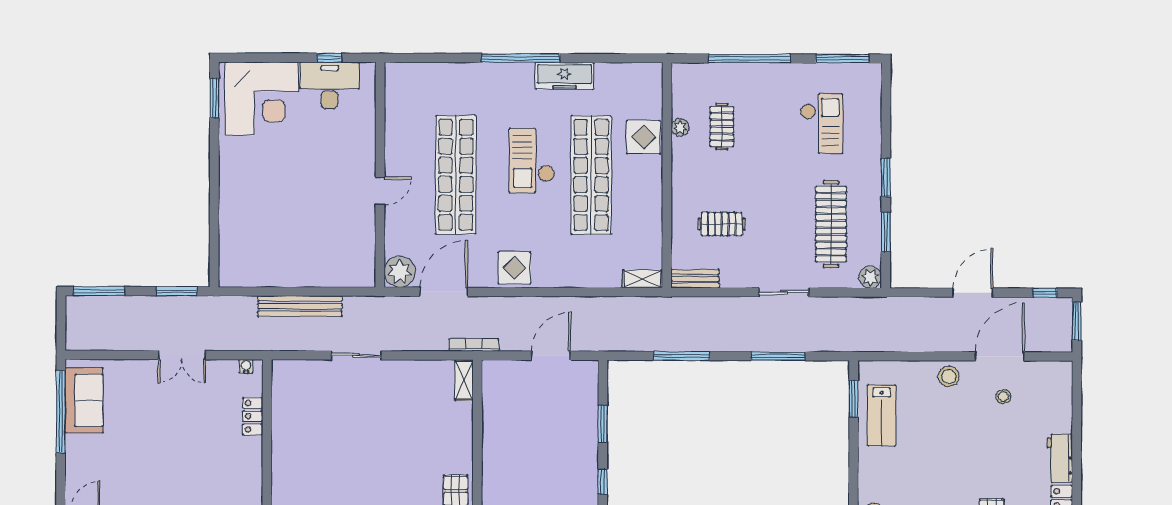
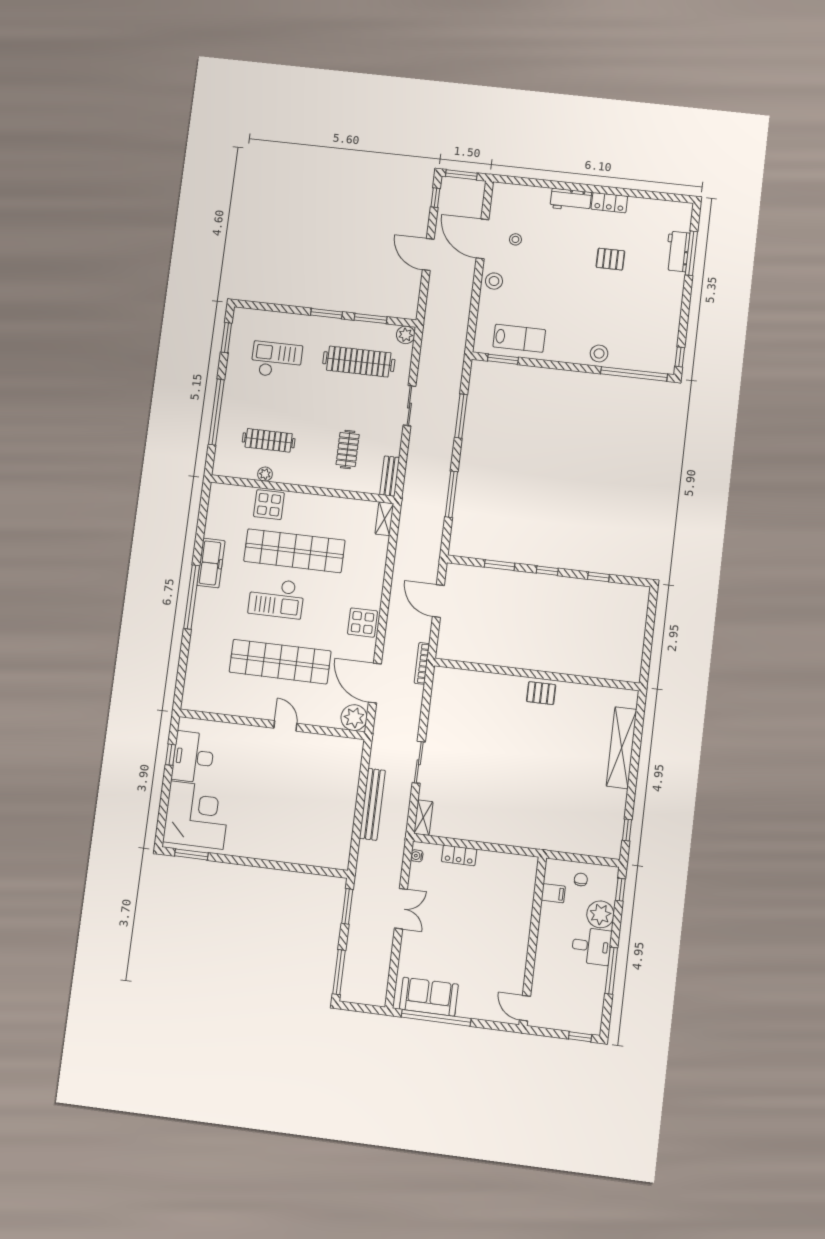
window: (842, 59) -> (226, 338), width x0.69
clothes rail: (722, 127) -> (269, 440), width x1.36
shelving: (464, 380) -> (423, 818), moved, turned 90

